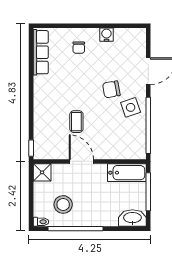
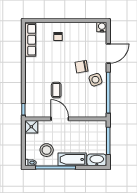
water cooler: (106, 35) -> (102, 27), moved
bathtub: (127, 173) -> (72, 159), moved, turned 180

